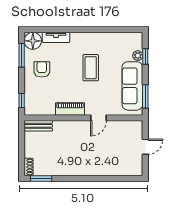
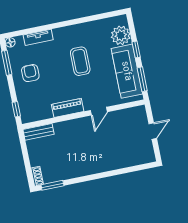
floor lamp: (33, 41) -> (10, 42), width x0.53, depth x0.53
plant: (138, 56) -> (121, 35), width x1.88, depth x1.88
window: (145, 56) -> (136, 49), moved

